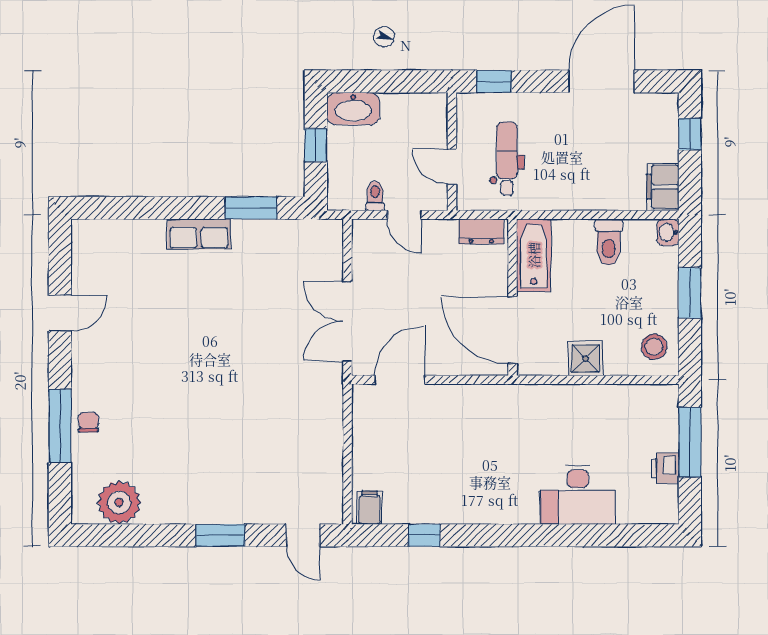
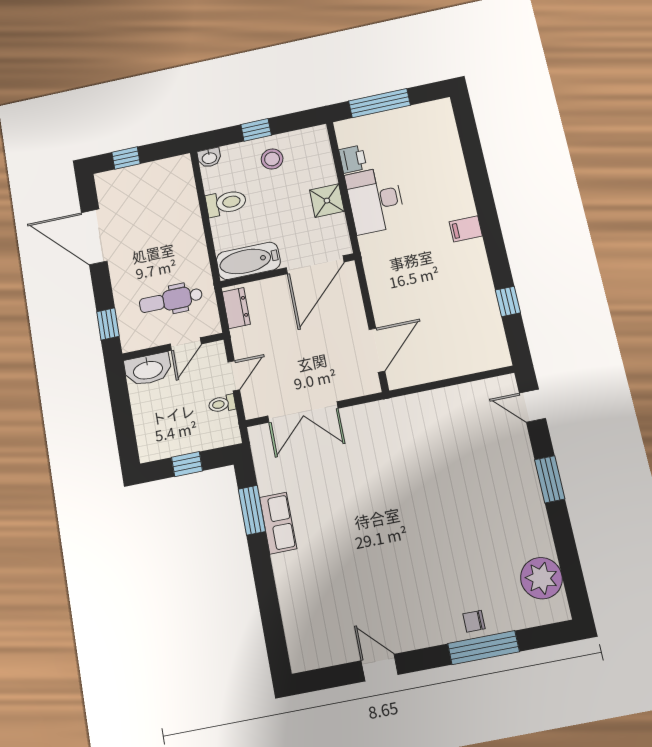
washbasin: (353, 109) -> (148, 369), moved, turned 90
filing cabinet: (663, 187) -> (173, 170), removed
row of seats: (199, 234) -> (278, 523), moved
window: (690, 293) -> (256, 130), width x0.67
double door: (347, 321) -> (303, 412), moved
stool: (654, 347) -> (272, 159), moved
door: (400, 380) -> (377, 350), swing flipped
printer: (665, 468) -> (353, 159), moved, turned -90
desk: (578, 495) -> (375, 200), moved, turned 180
filing cabinet: (369, 508) -> (466, 229), moved
door: (303, 535) -> (532, 406), swing flipped

